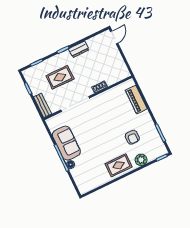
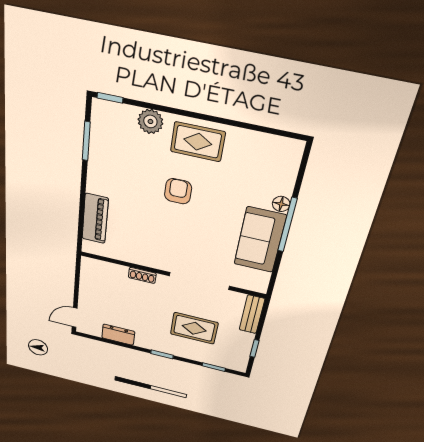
dresser: (79, 49) -> (118, 335), moved
armchair: (132, 137) -> (178, 191), moved

